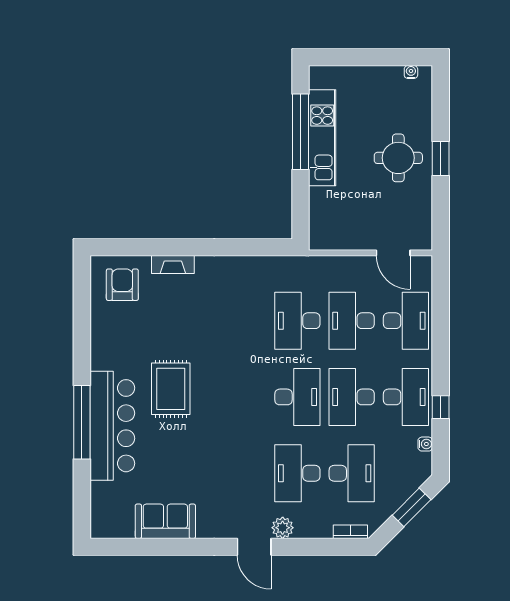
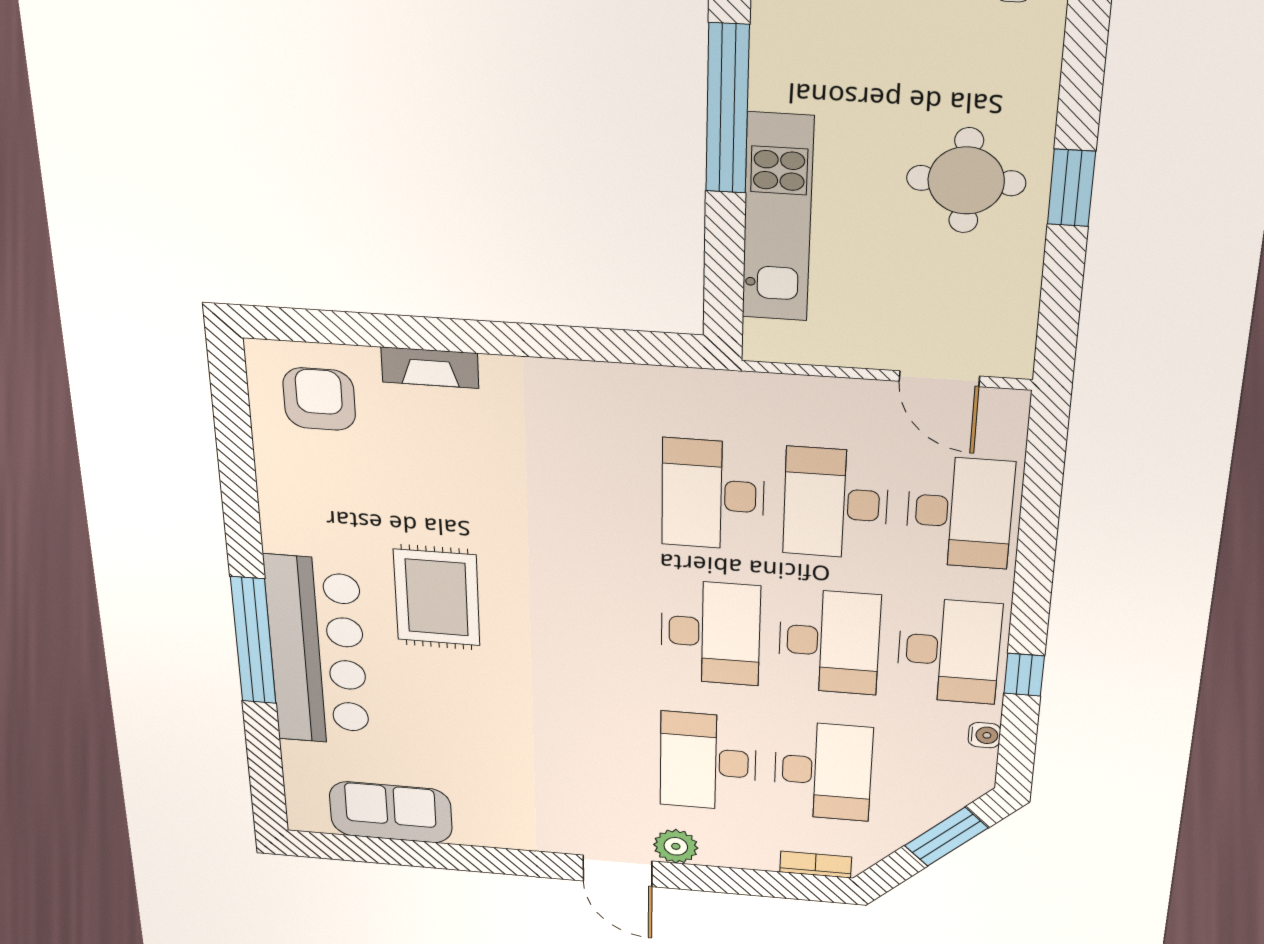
kitchen unit: (322, 138) -> (778, 218), moved
desk: (352, 397) -> (829, 642), turned 180
sofa: (165, 521) -> (391, 812), moved

